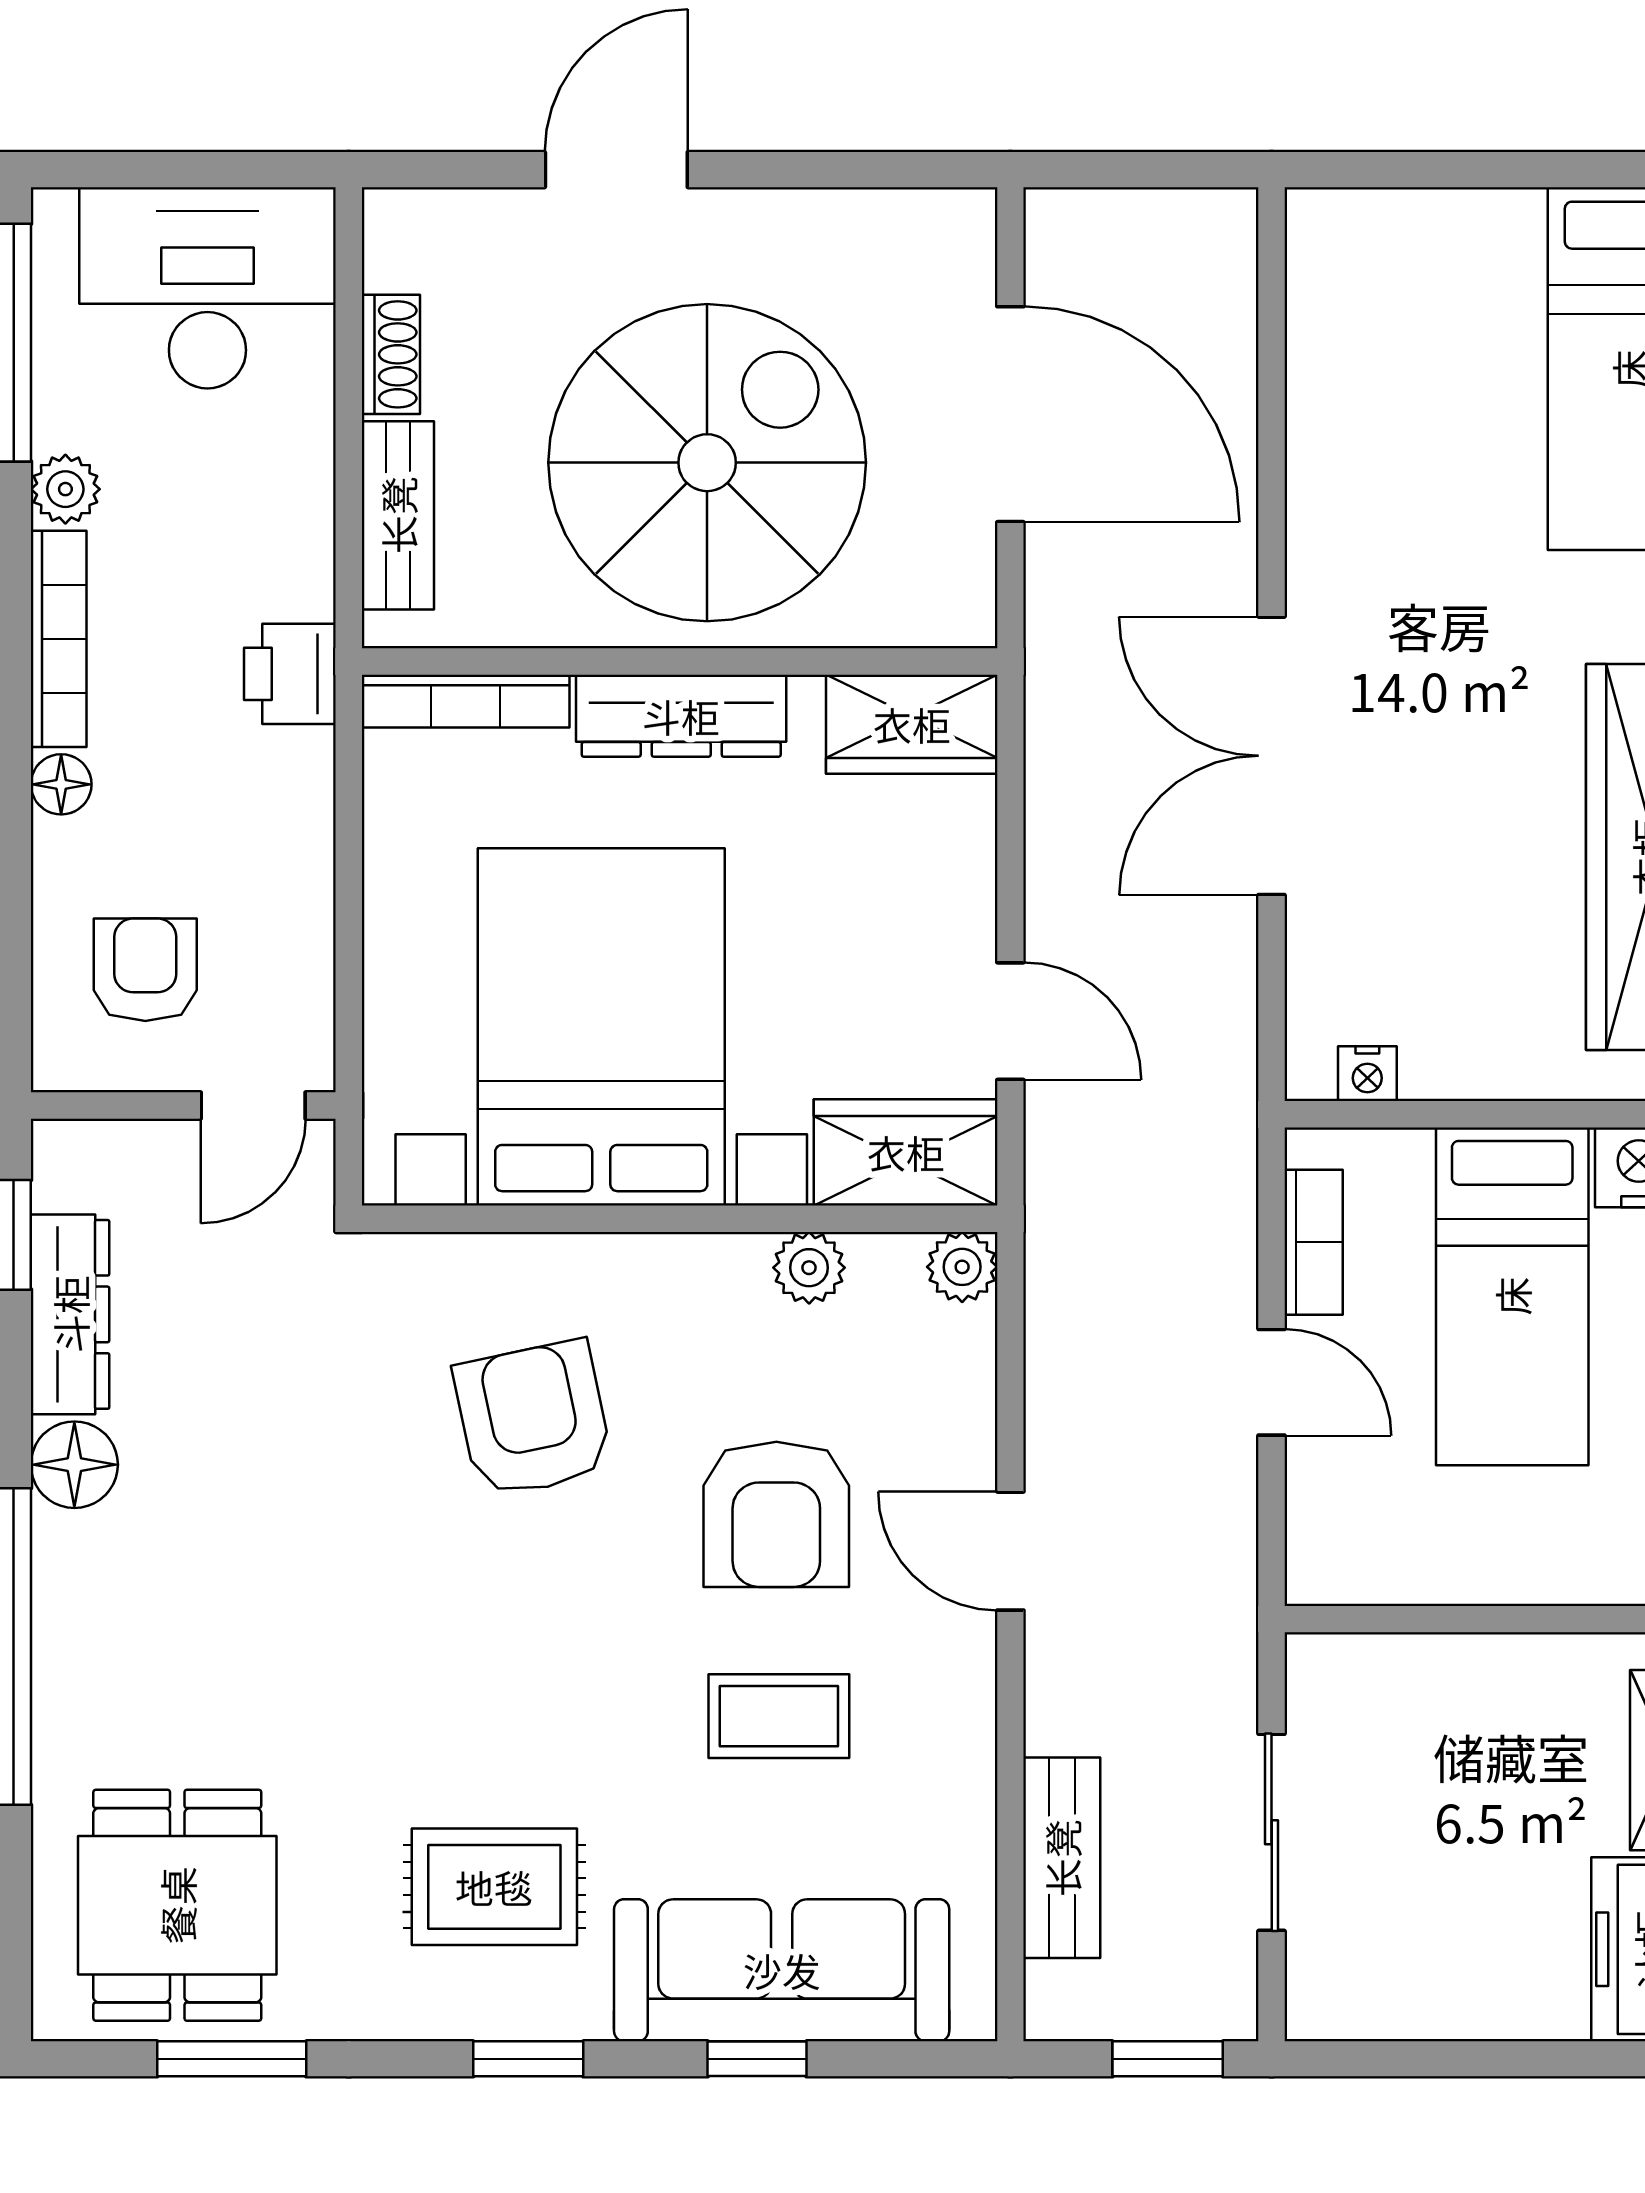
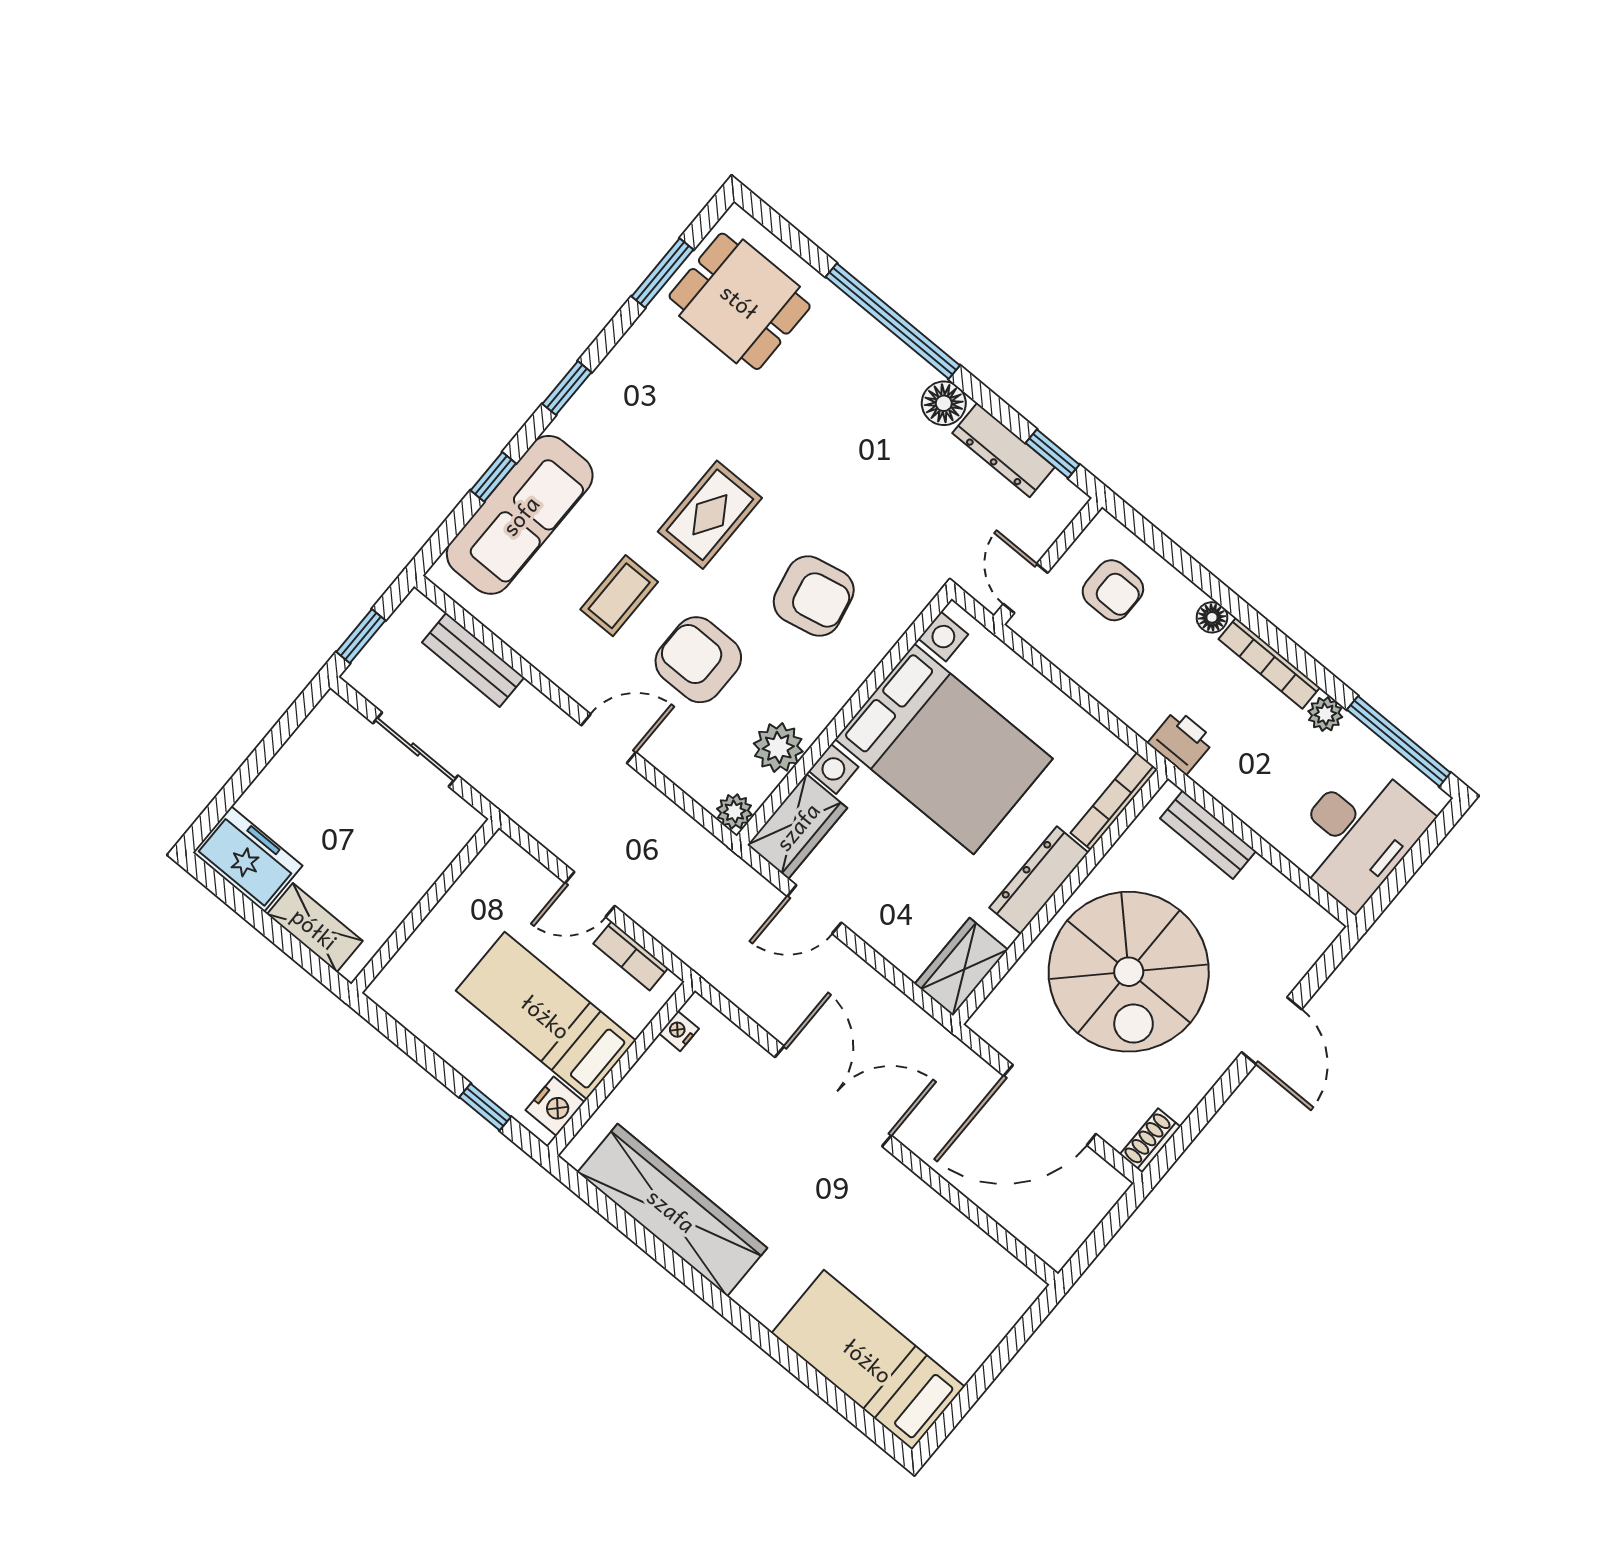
shoe rack: (391, 354) -> (1150, 1141), moved, turned 90
plant: (809, 1268) -> (778, 748), width x1.38, depth x1.38
rug: (494, 1887) -> (710, 515), moved

